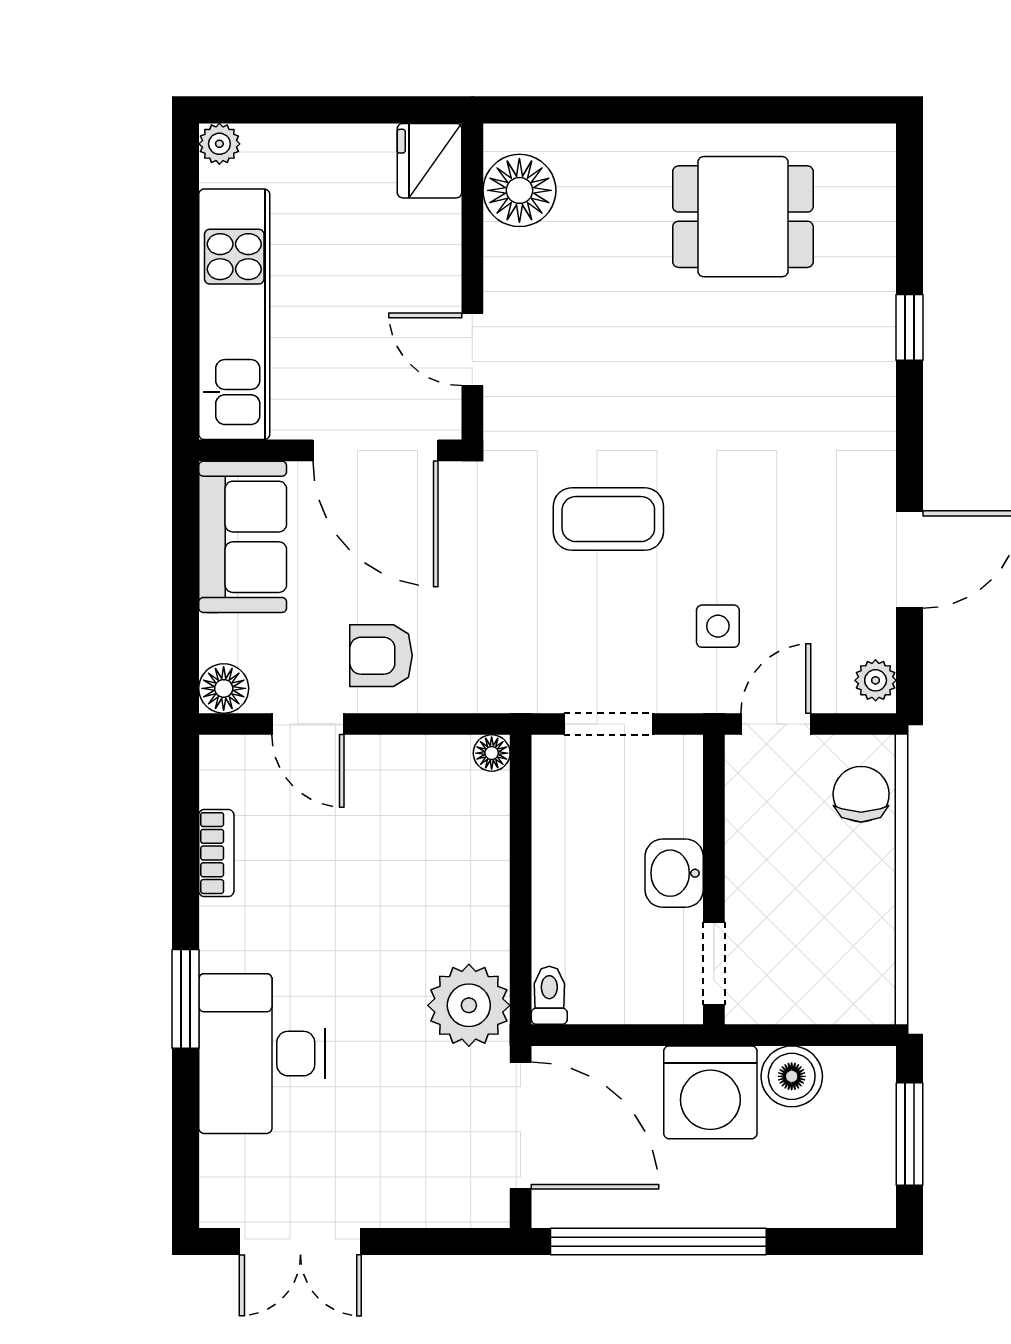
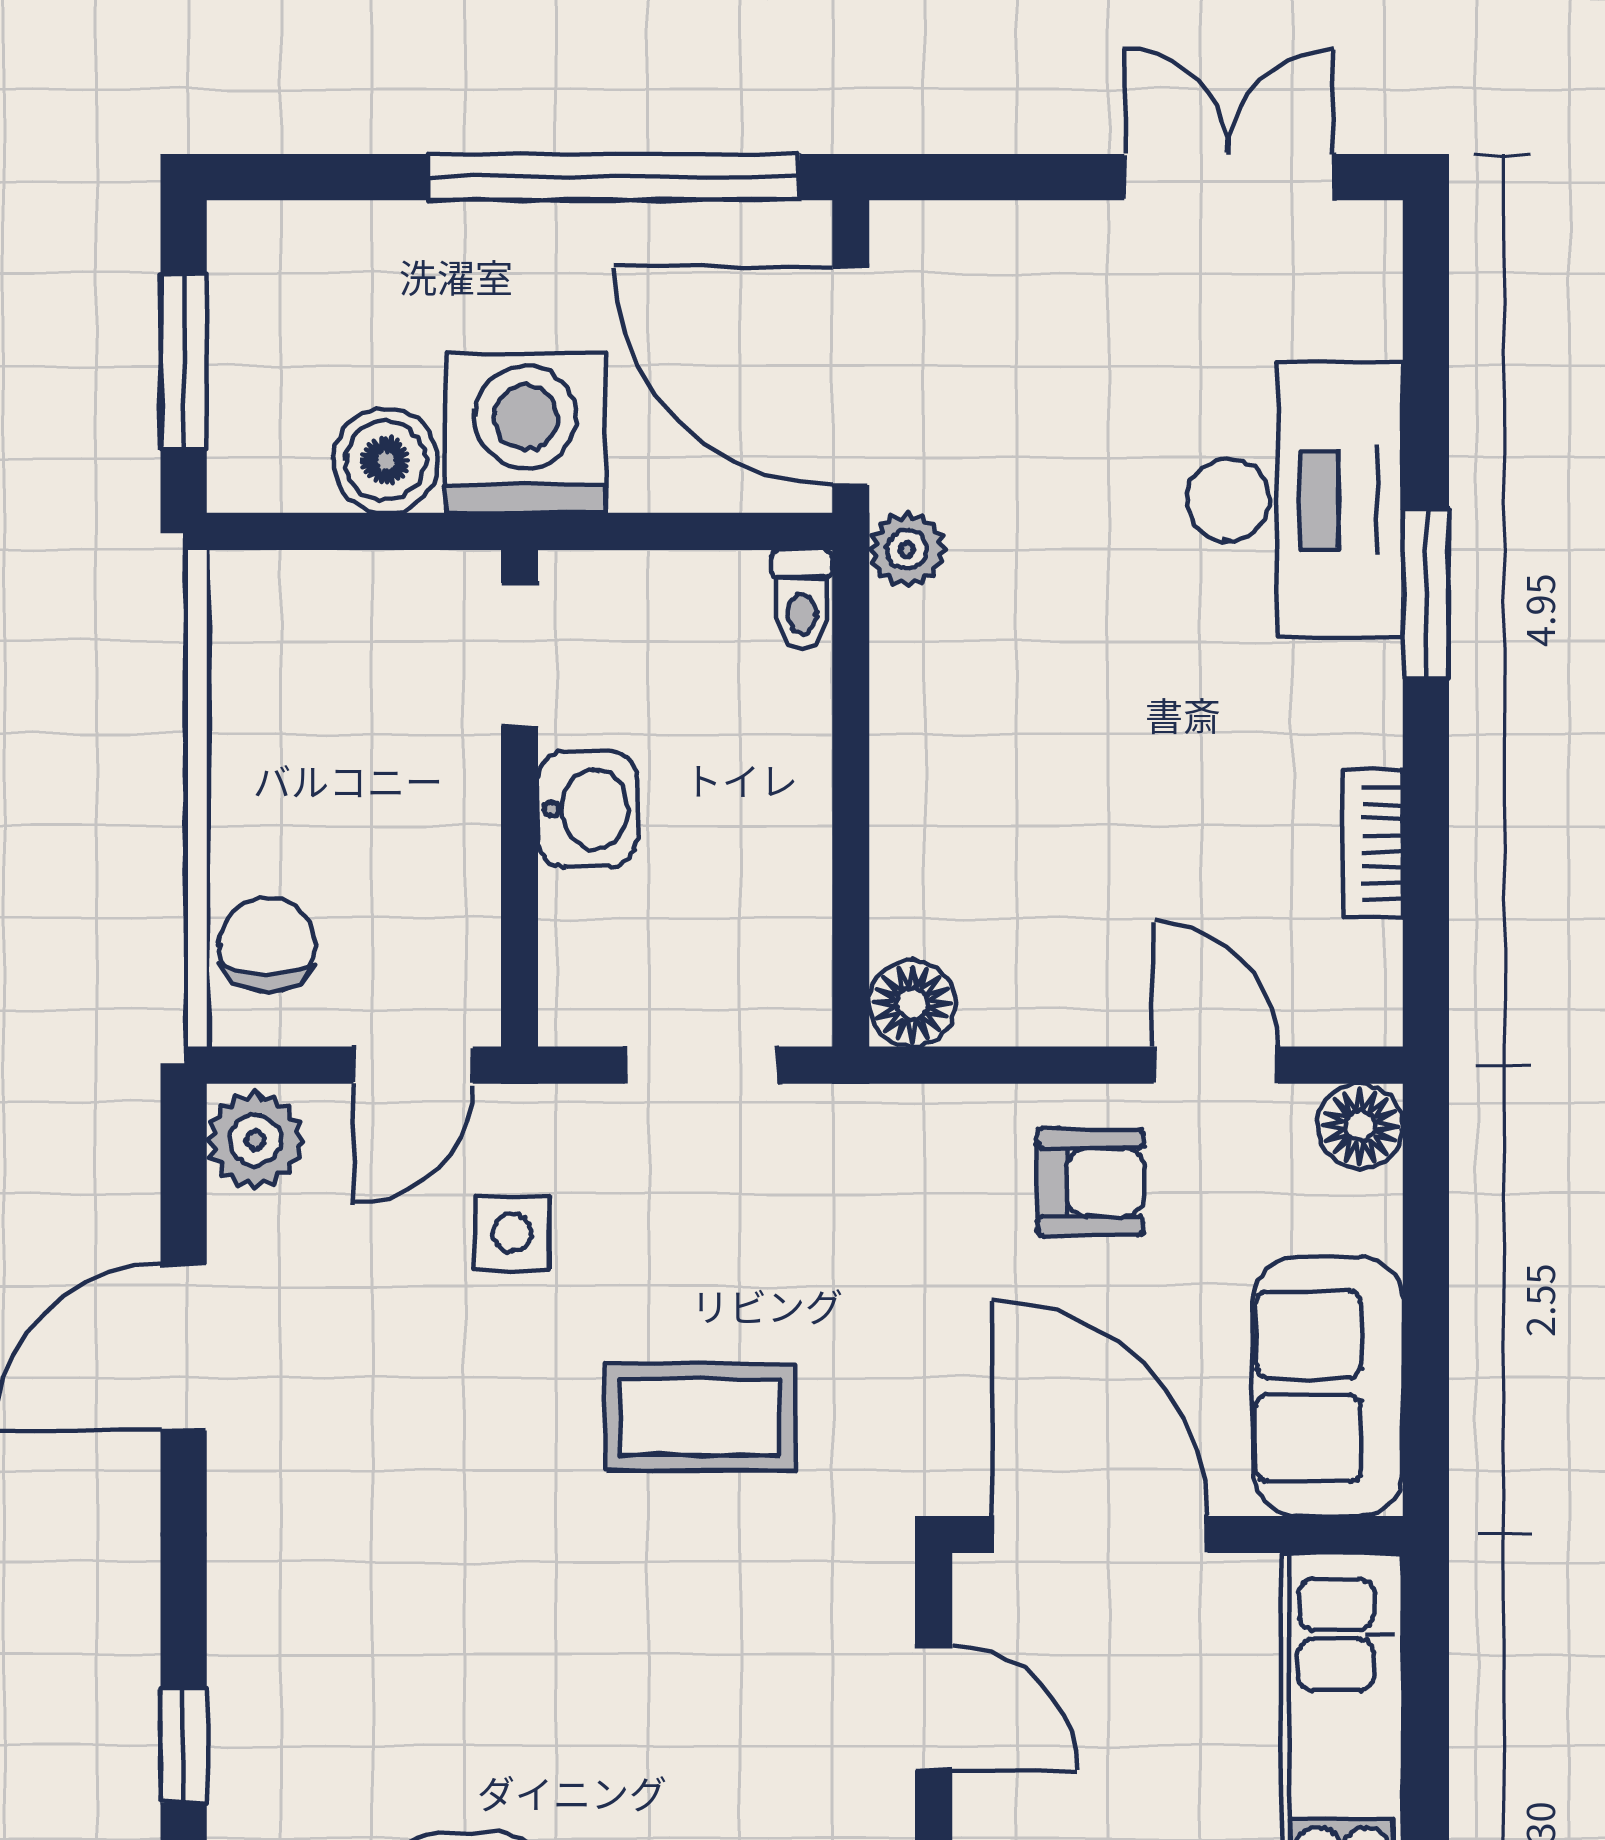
plant: (876, 680) -> (255, 1140), width x1.38, depth x1.38
floor lamp: (492, 753) -> (912, 1004), width x1.37, depth x1.37
chair: (861, 794) -> (267, 945), turned 180
plant: (469, 1005) -> (907, 549), width x0.53, depth x0.53

